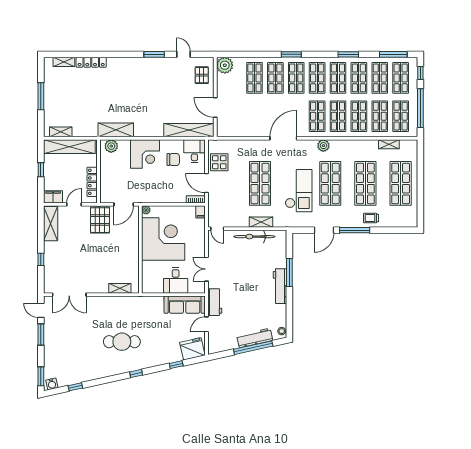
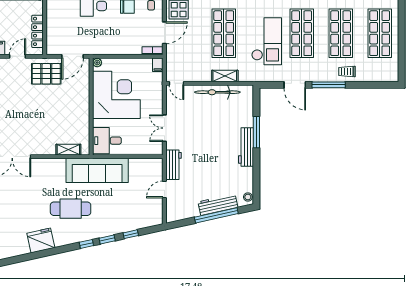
door: (206, 183) -> (164, 33), swing flipped
pallet: (100, 220) -> (46, 74), turned 90
door: (324, 230) -> (295, 85), hinge flipped
desk: (176, 280) -> (107, 141), moved, turned 90
sofa: (185, 305) -> (97, 170), moved, width x1.36, depth x1.27
fridge: (192, 349) -> (41, 240), moved
window: (75, 387) -> (107, 239), moved

